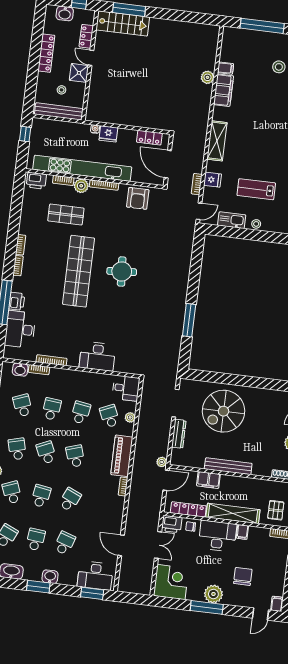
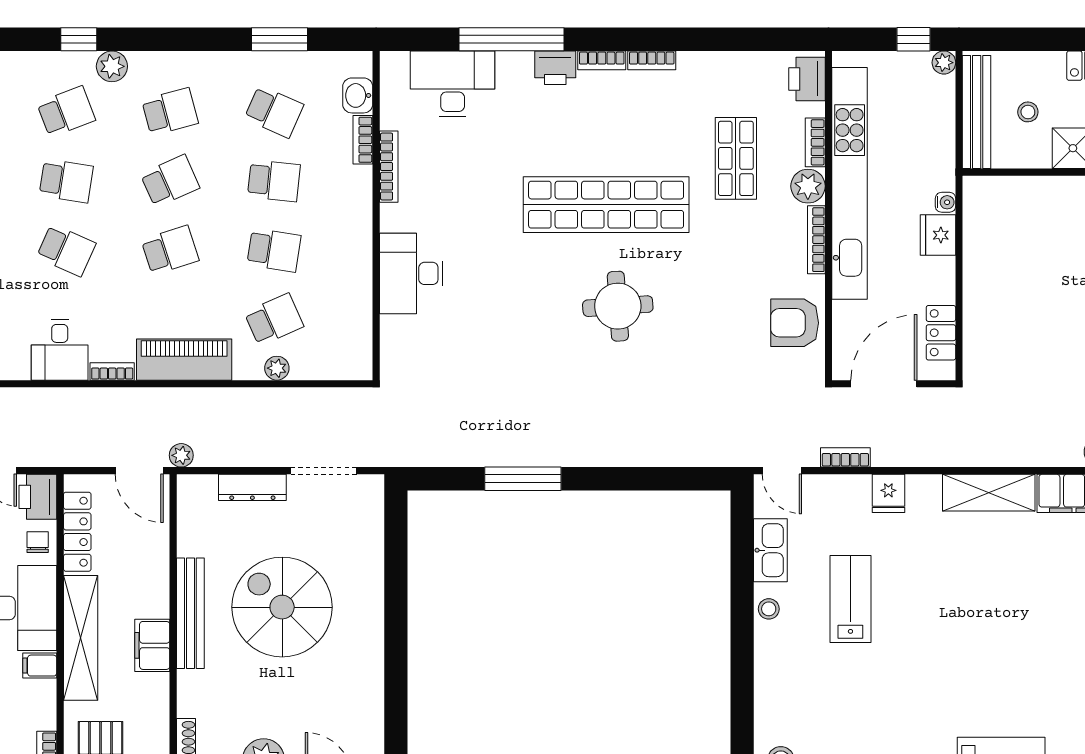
plant: (36, 123) -> (944, 63), added
shelving: (217, 141) -> (989, 493), moved
fridge: (213, 180) -> (888, 493), moved
printer: (17, 301) -> (555, 68), moved
desk: (126, 388) -> (60, 350), moved
school desk: (23, 405) -> (274, 112), turned 45
spiral stairs: (223, 411) -> (282, 607), moved
filing cabinet: (208, 480) -> (152, 645), moved

